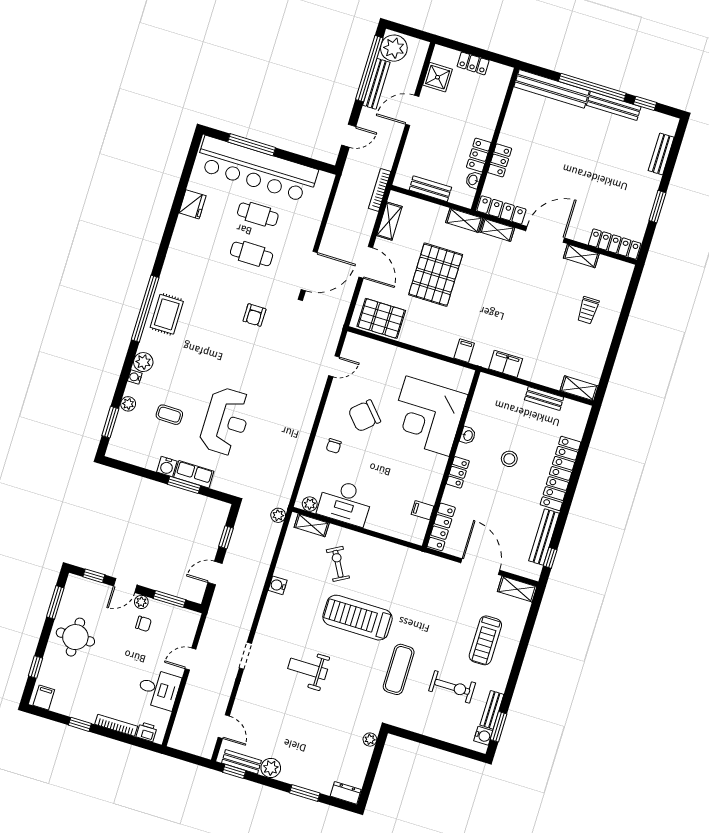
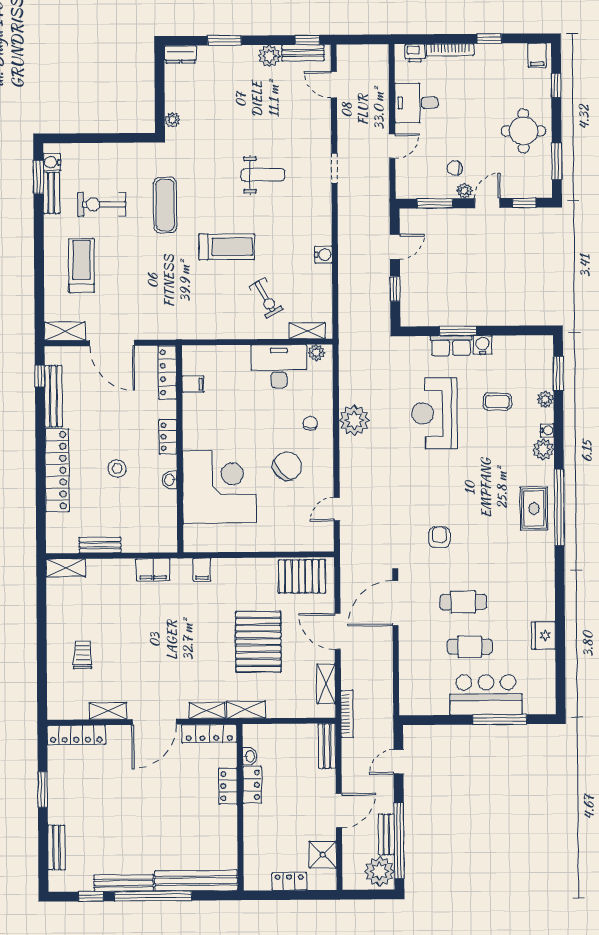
bench: (376, 84) -> (386, 834), width x0.73
bar counter: (257, 169) -> (486, 695), width x0.54
bench: (430, 189) -> (327, 746), moved, turned 90
plant: (278, 515) -> (354, 420), moved, width x1.87, depth x1.87
treadmill: (358, 618) -> (227, 247), width x0.73, depth x0.73

